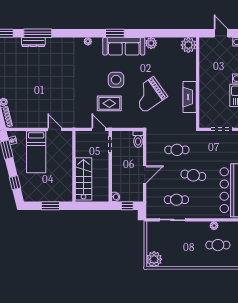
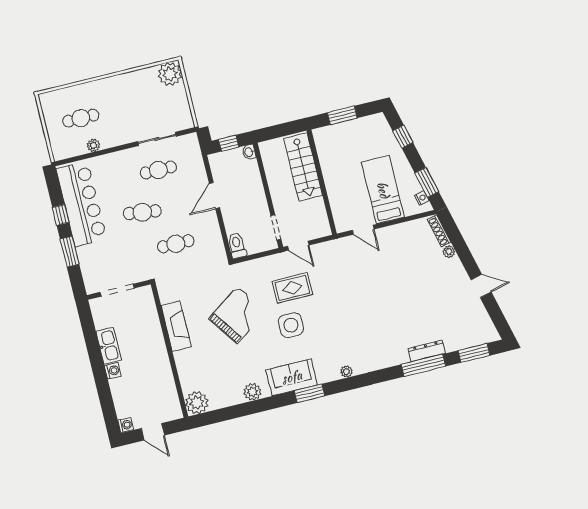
sofa: (124, 46) -> (292, 377), width x0.73

